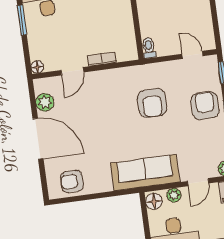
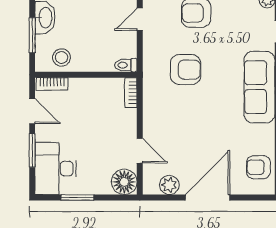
bookcase: (102, 59) -> (131, 93), moved
floor lamp: (37, 67) -> (124, 182), width x1.89, depth x1.89
armchair: (72, 181) -> (258, 167), turned 90

